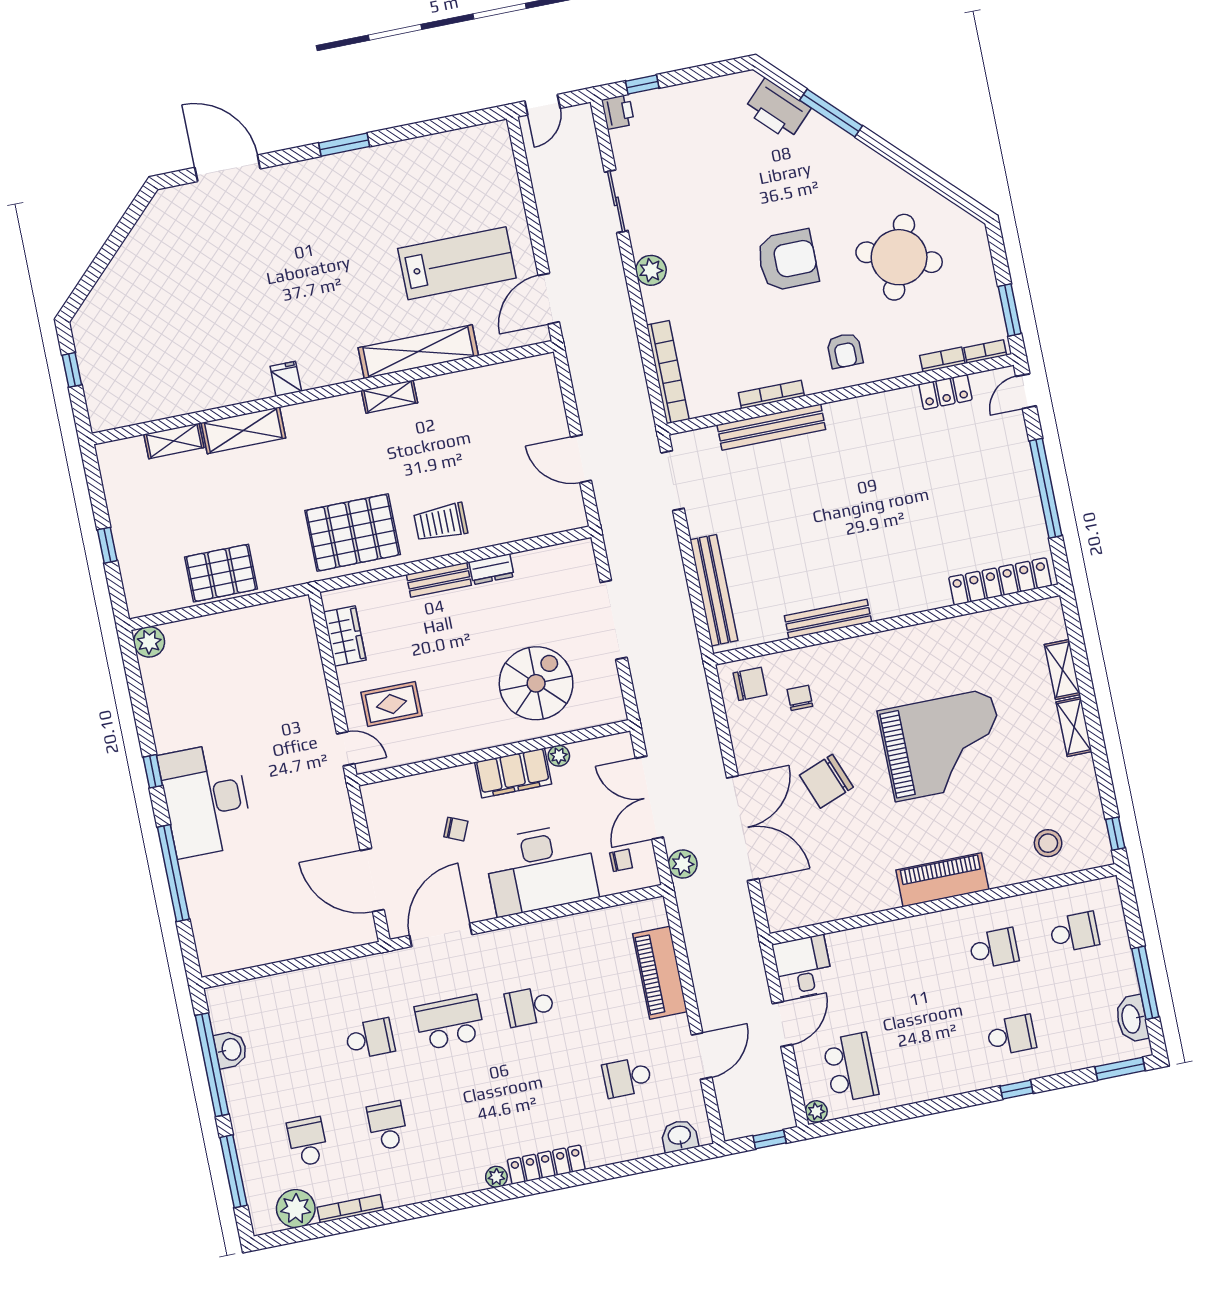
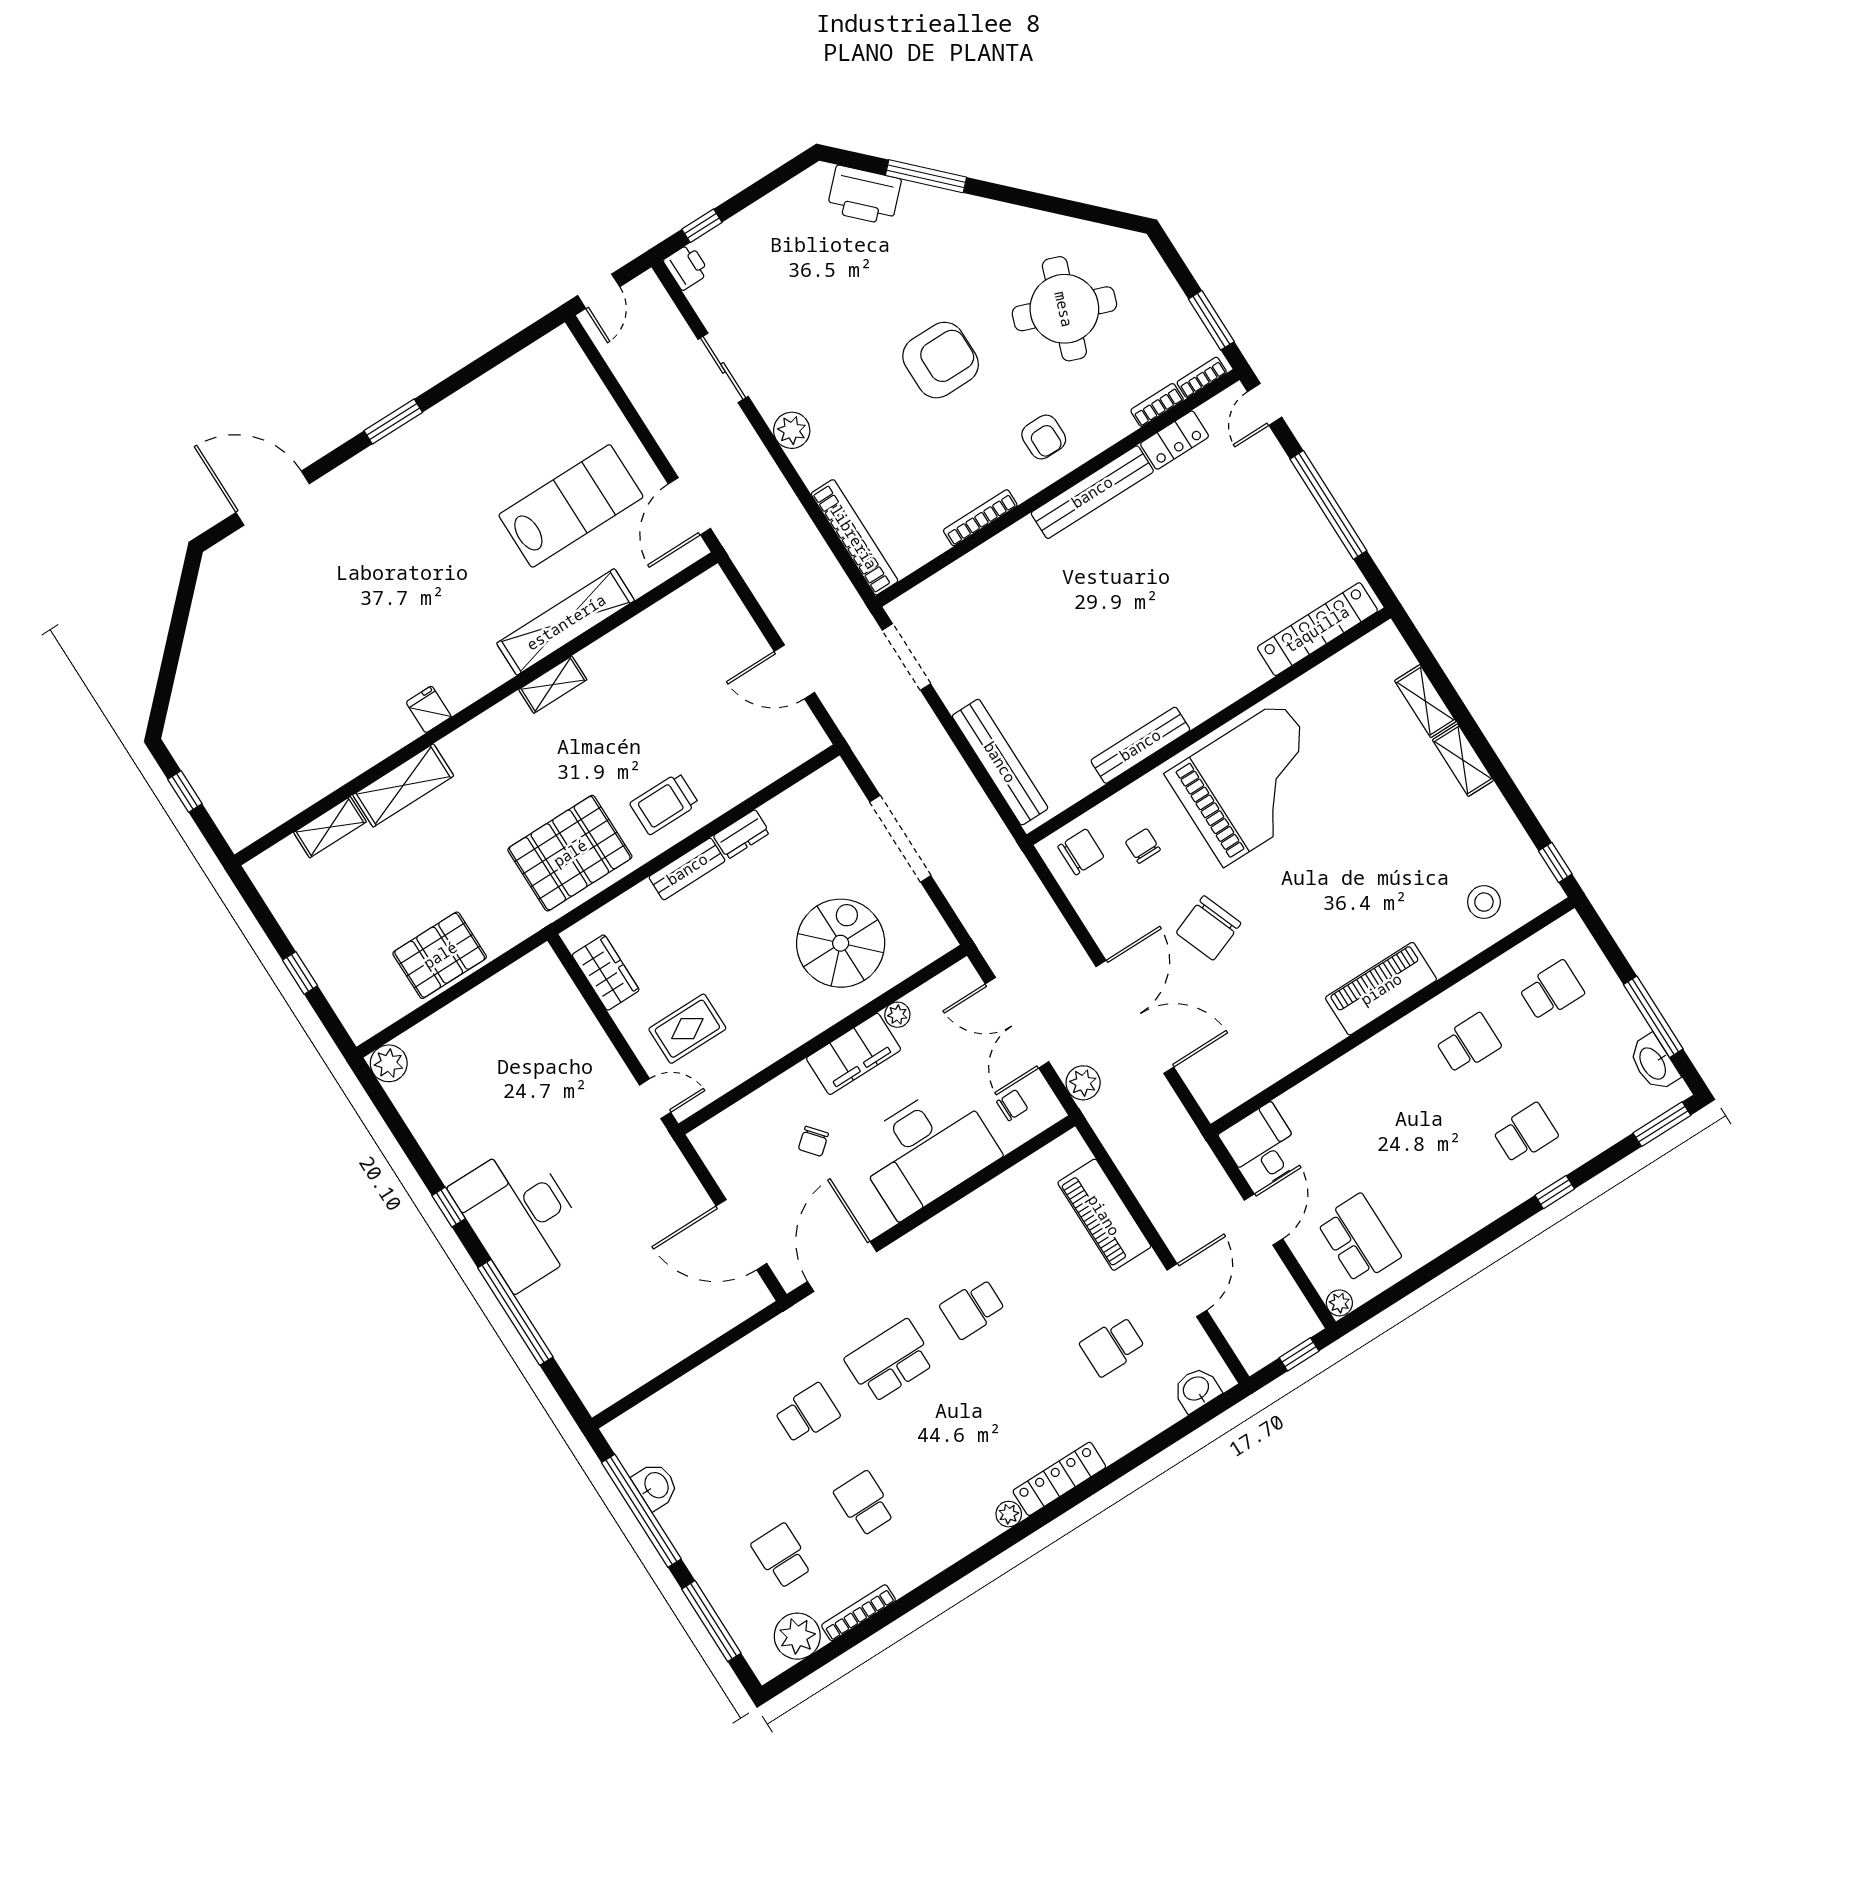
bench: (771, 427) -> (1092, 492), moved
grand piano: (943, 745) -> (1252, 783), moved
chair: (456, 829) -> (813, 1141), turned 117

